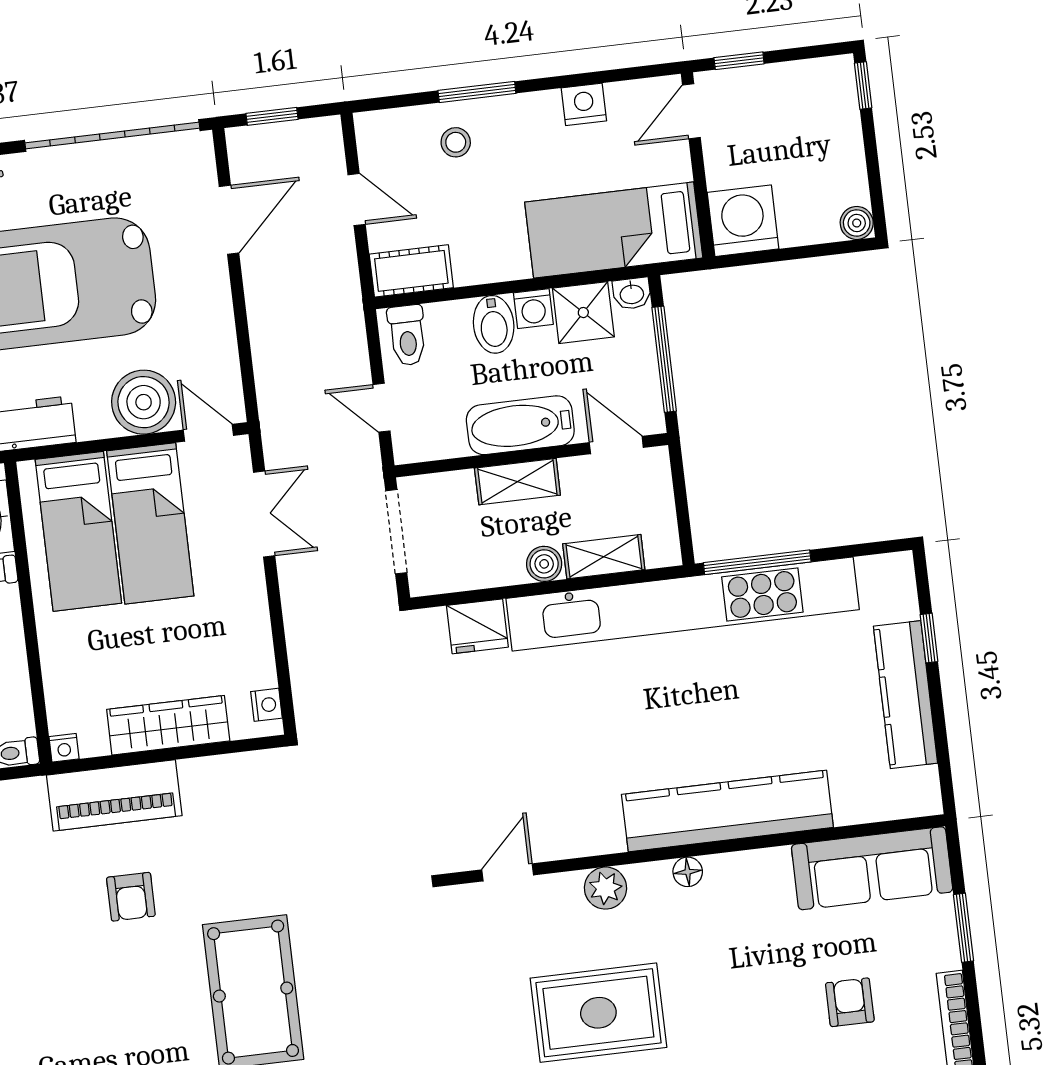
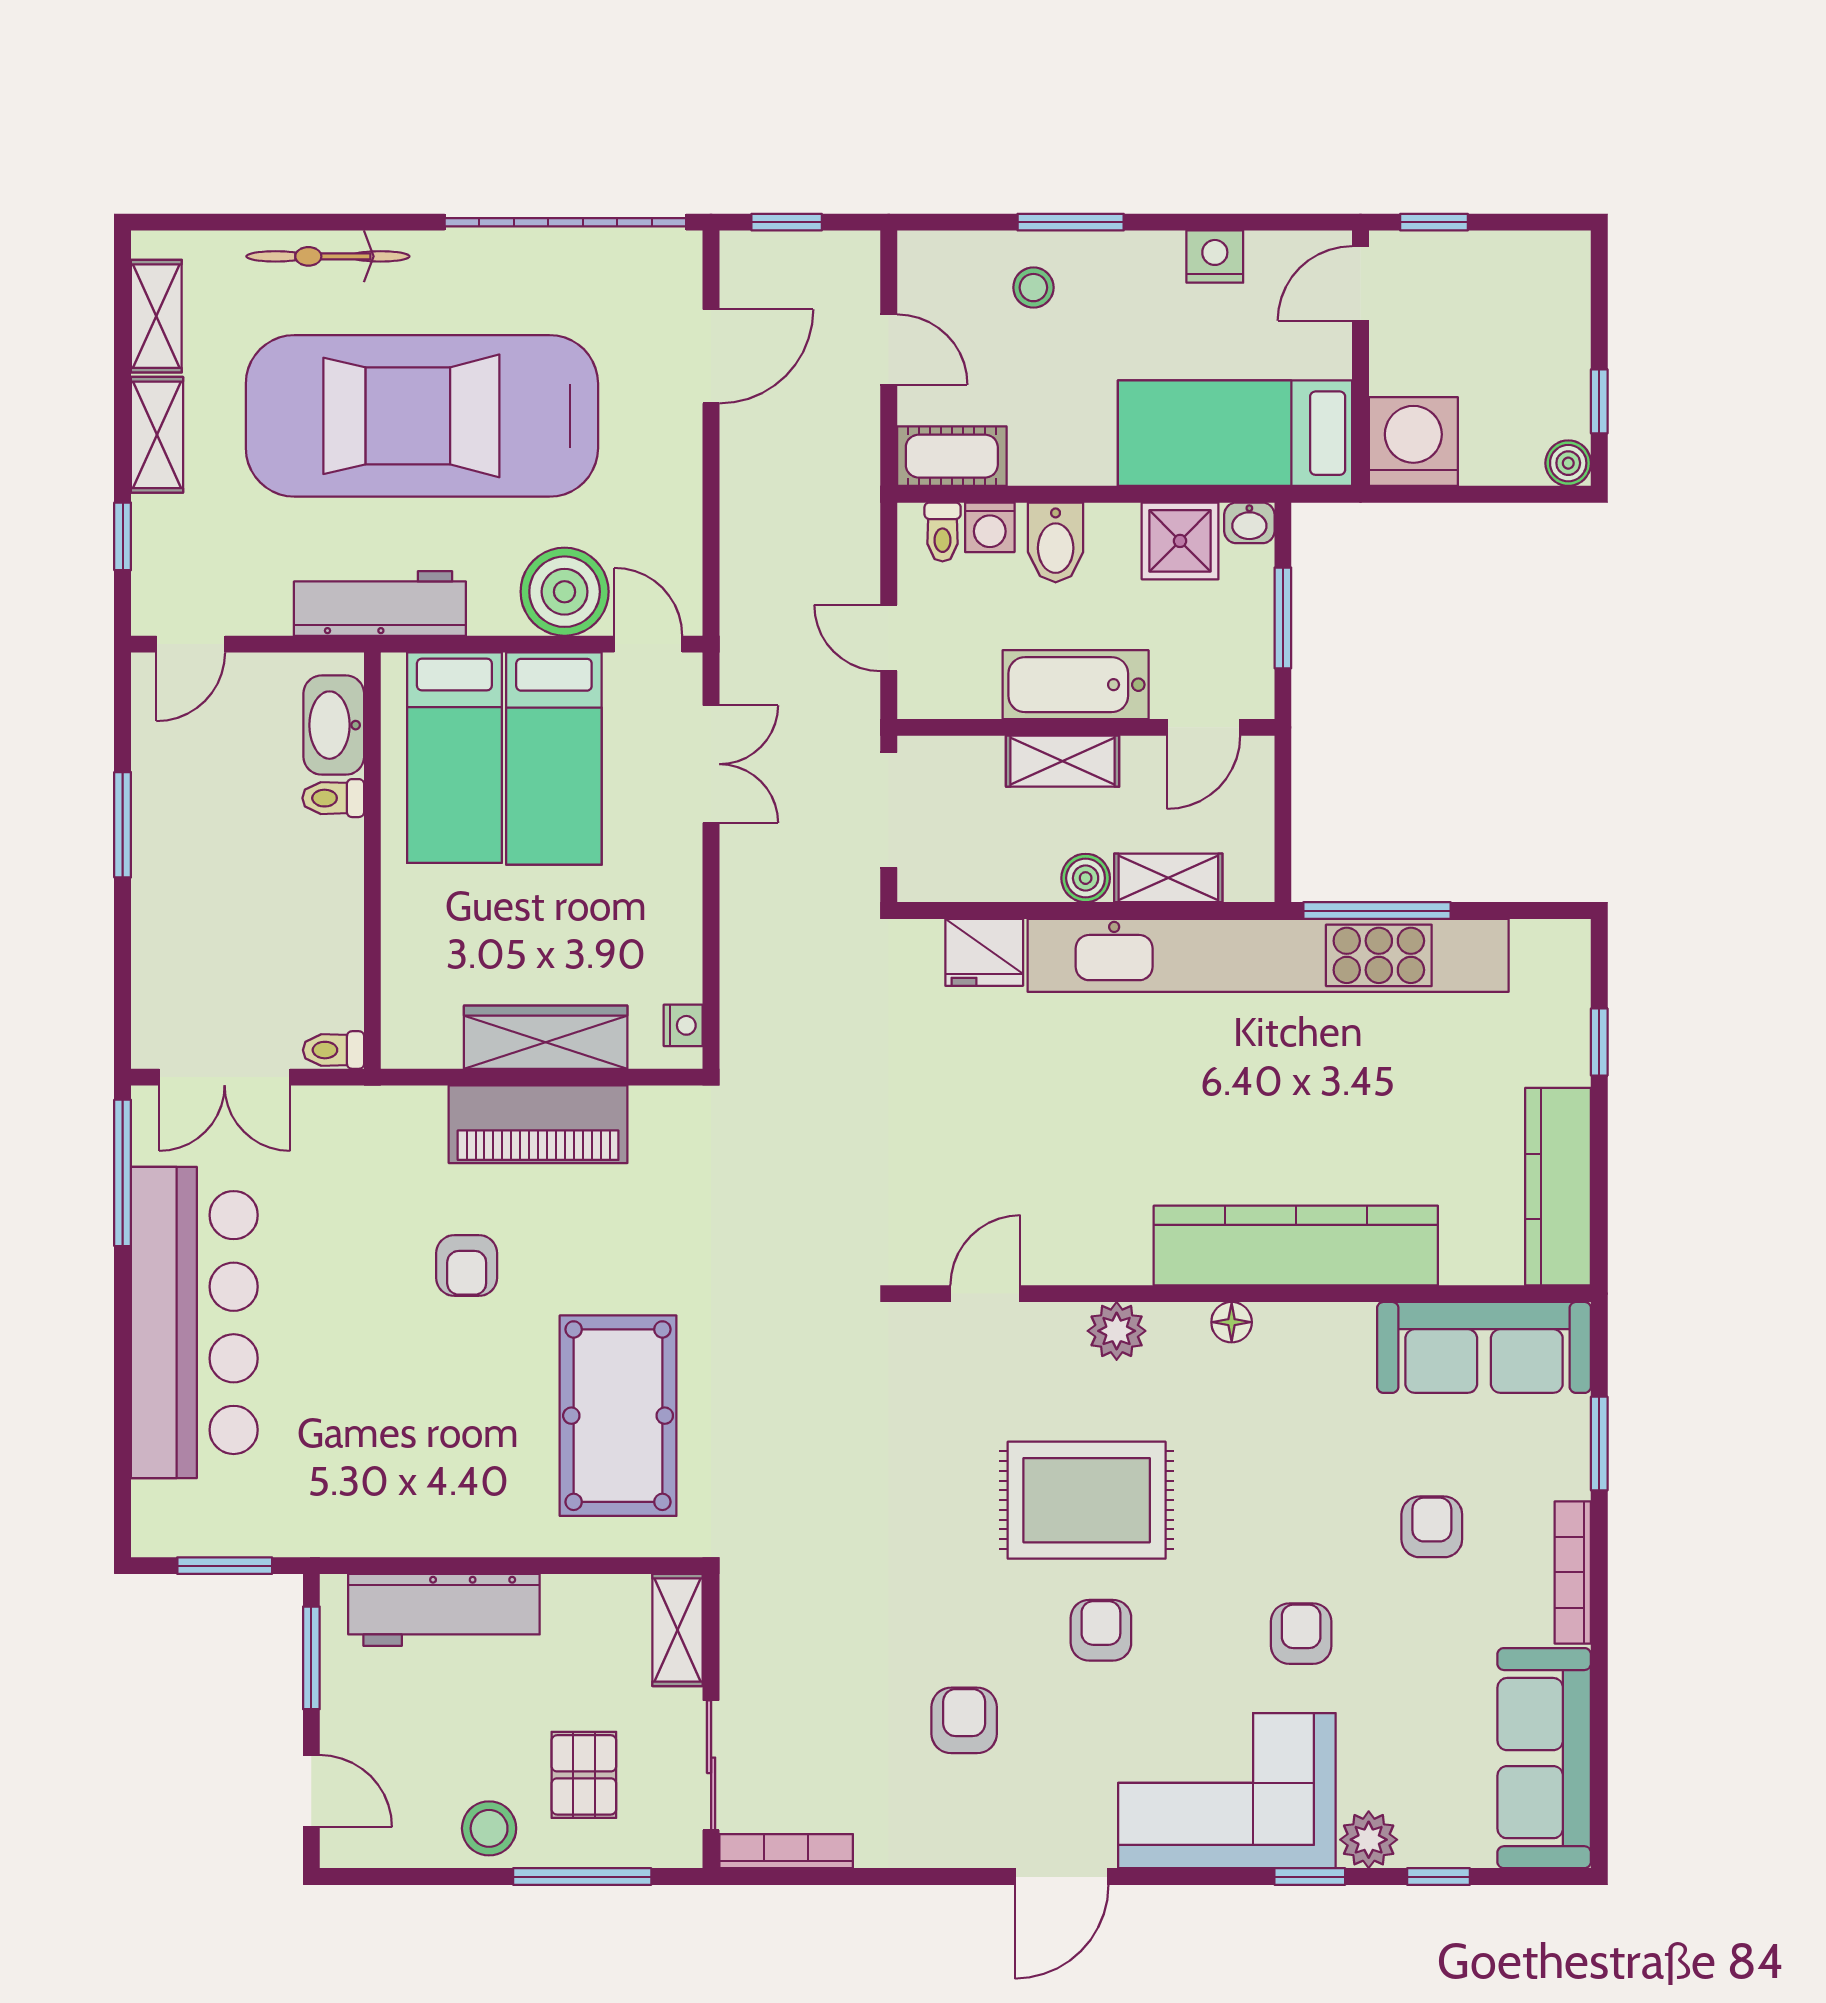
window: (863, 86) -> (1599, 401), moved
washing machine: (533, 309) -> (990, 527), moved
toilet: (407, 335) -> (943, 532), width x0.73, depth x0.72
window: (664, 359) -> (1283, 618), width x0.69
door: (616, 445) -> (1204, 727), swing flipped
kitchen counter: (906, 695) -> (1558, 1187), moved
nightstand: (64, 748) -> (400, 1051), removed
piano: (114, 795) -> (538, 1124), moved

